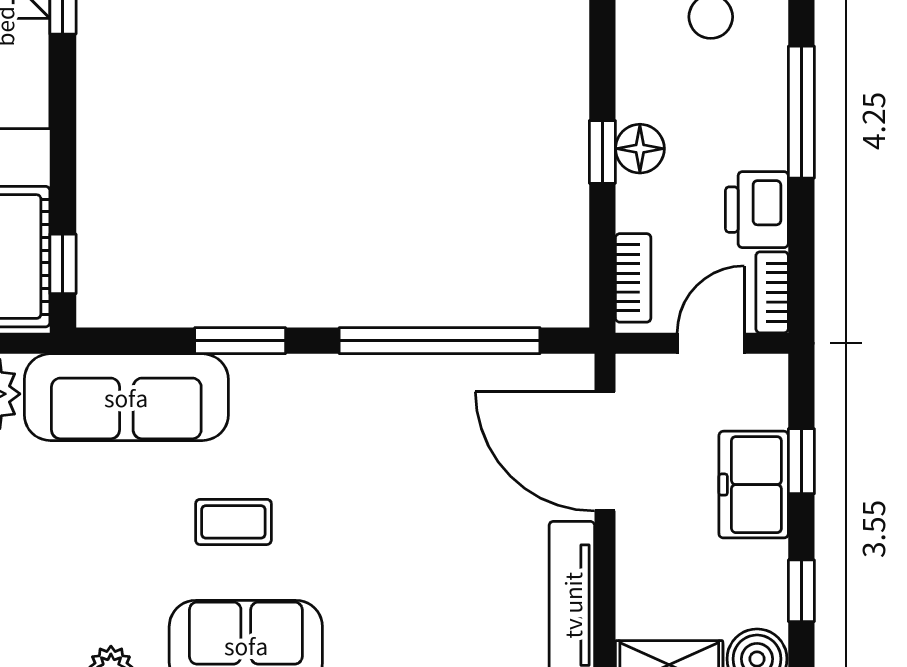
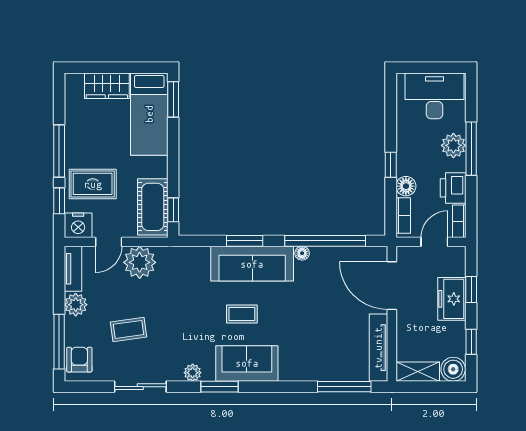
plant: (758, 104) -> (453, 145), added
floor lamp: (640, 149) -> (406, 186), moved
floor lamp: (383, 371) -> (302, 253), added
sofa: (126, 397) -> (252, 264), moved

